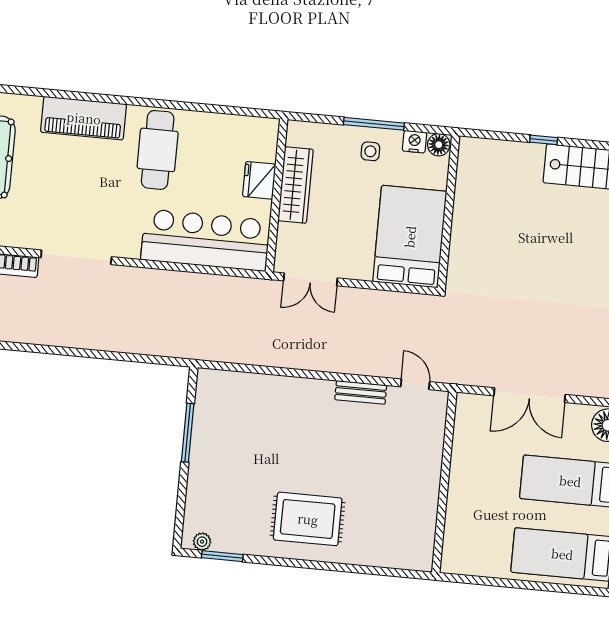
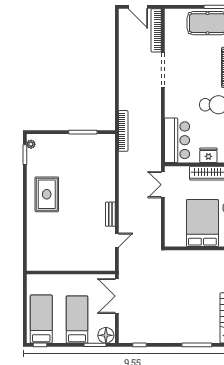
bed: (410, 237) -> (202, 223), moved, turned -90
bar counter: (206, 240) -> (177, 140), width x0.73
bookcase: (193, 350) -> (123, 131), added
wall: (444, 482) -> (71, 273), moved

